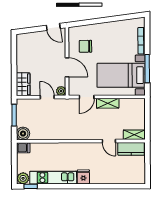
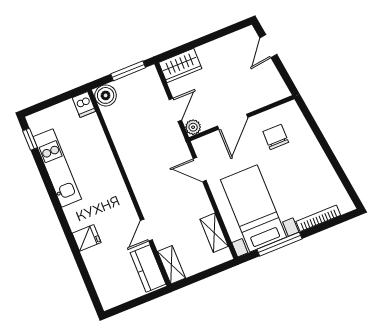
door: (53, 27) -> (268, 46), moved
shelving: (108, 103) -> (214, 233), moved
fridge: (83, 177) -> (87, 238), moved
plant: (23, 178) -> (38, 123), removed

